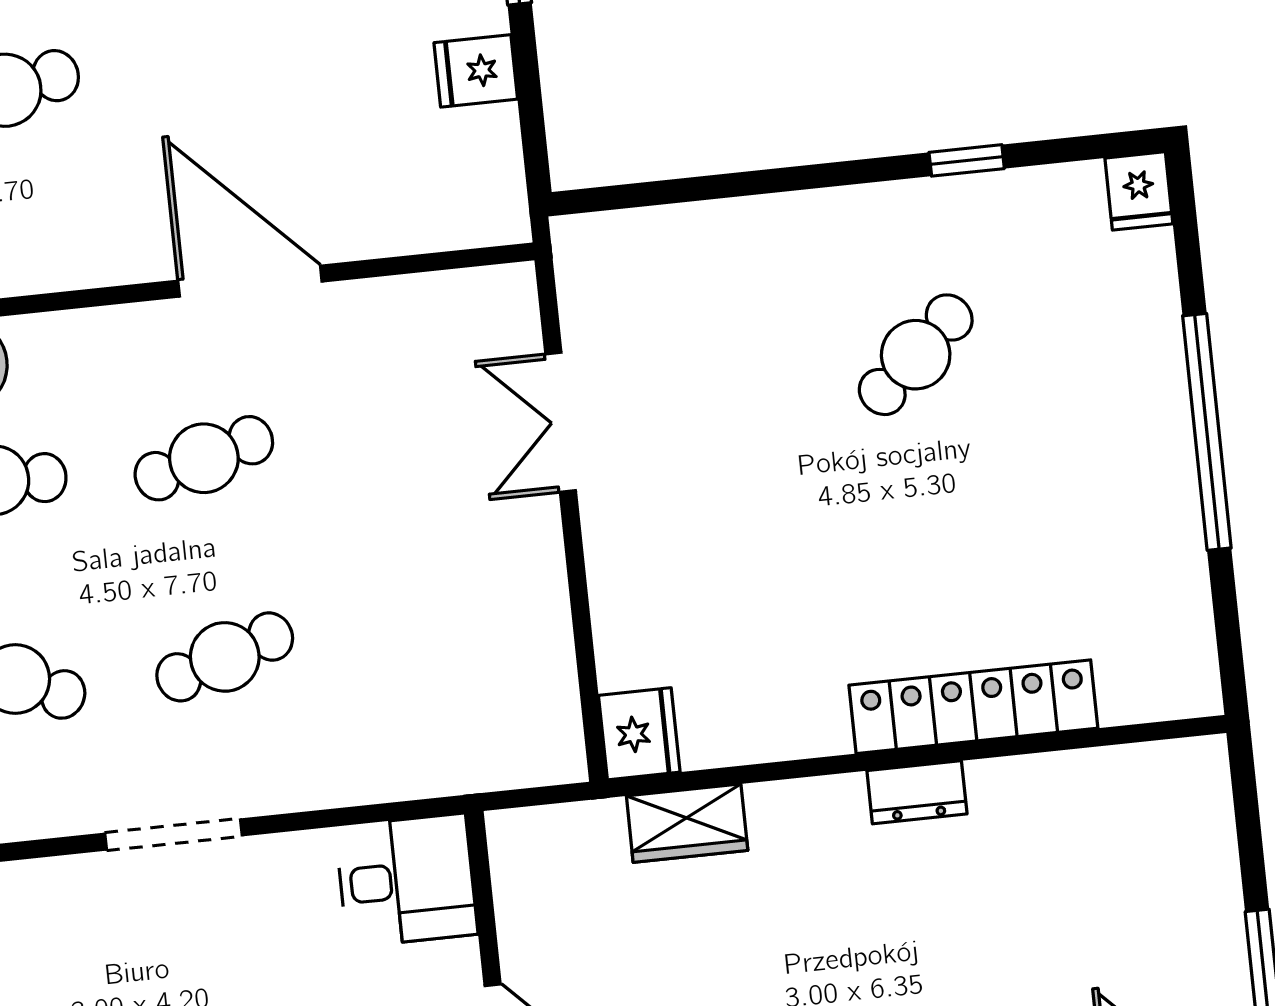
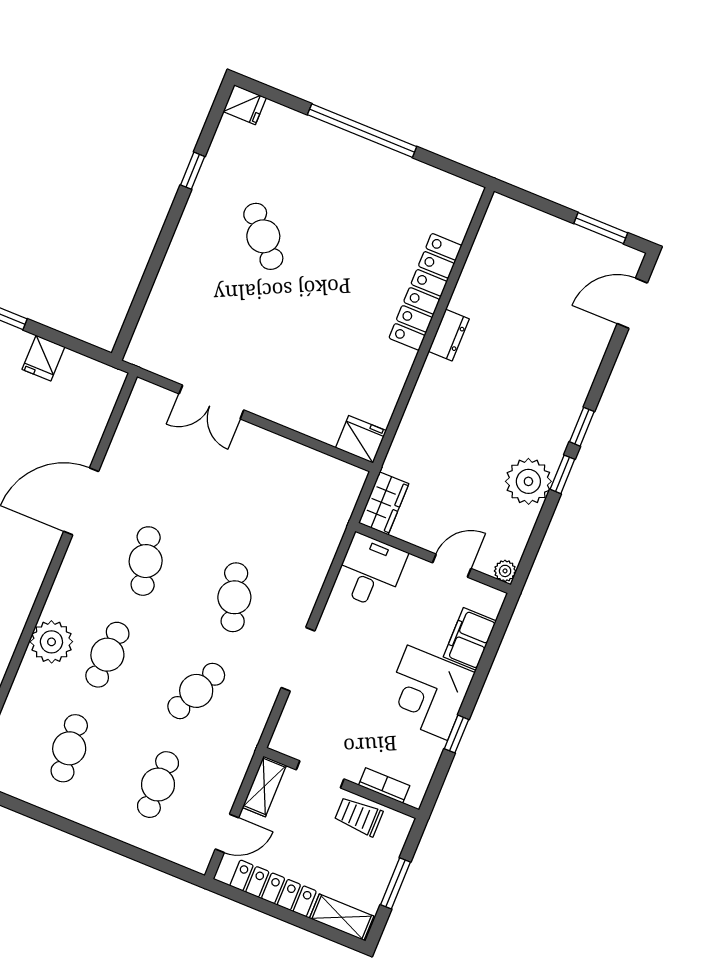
wardrobe: (687, 823) -> (384, 503), moved

